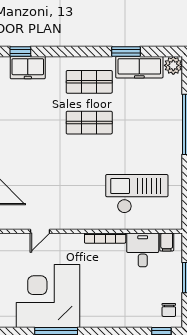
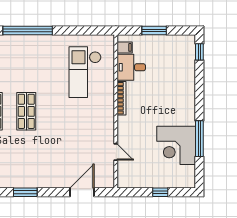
corner desk: (48, 296) -> (176, 145), width x0.74, depth x0.74
chair: (169, 310) -> (181, 46), removed

